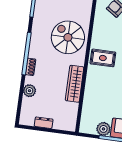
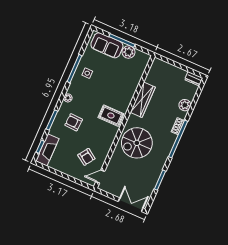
spiral stairs: (68, 37) -> (137, 143), turned 90
dresser: (44, 123) -> (194, 79), moved

